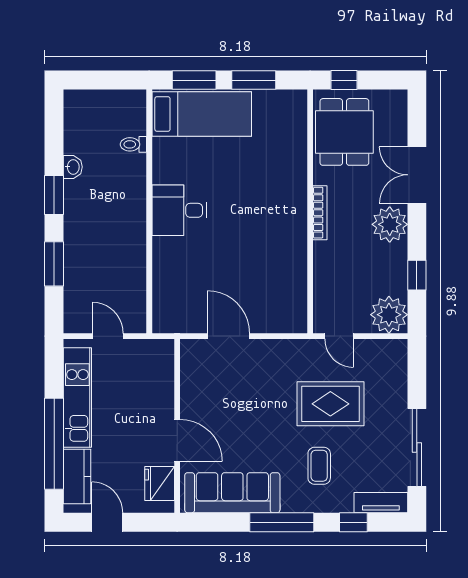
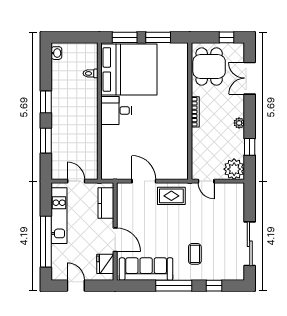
window: (344, 80) -> (227, 37), moved
bed: (202, 114) -> (129, 70), width x2.04
washbasin: (73, 167) -> (56, 53), moved
double door: (417, 175) -> (250, 78), moved
plant: (390, 224) -> (239, 123), width x0.53, depth x0.53
rug: (330, 404) -> (171, 196), moved, width x0.73, depth x0.70
kitchen counter: (77, 476) -> (106, 203), moved, turned 180
tv unit: (381, 503) -> (229, 275), removed

